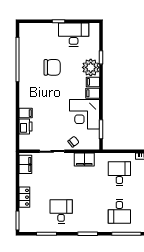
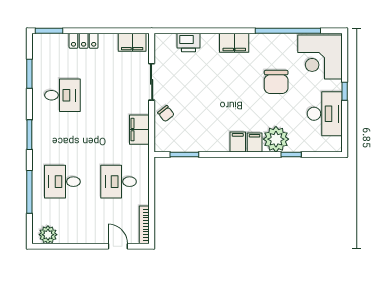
filing cabinet: (26, 113) -> (234, 43), moved, width x2.00
corner desk: (85, 114) -> (320, 57), moved, turned -90
desk: (119, 174) -> (119, 182), turned 180

